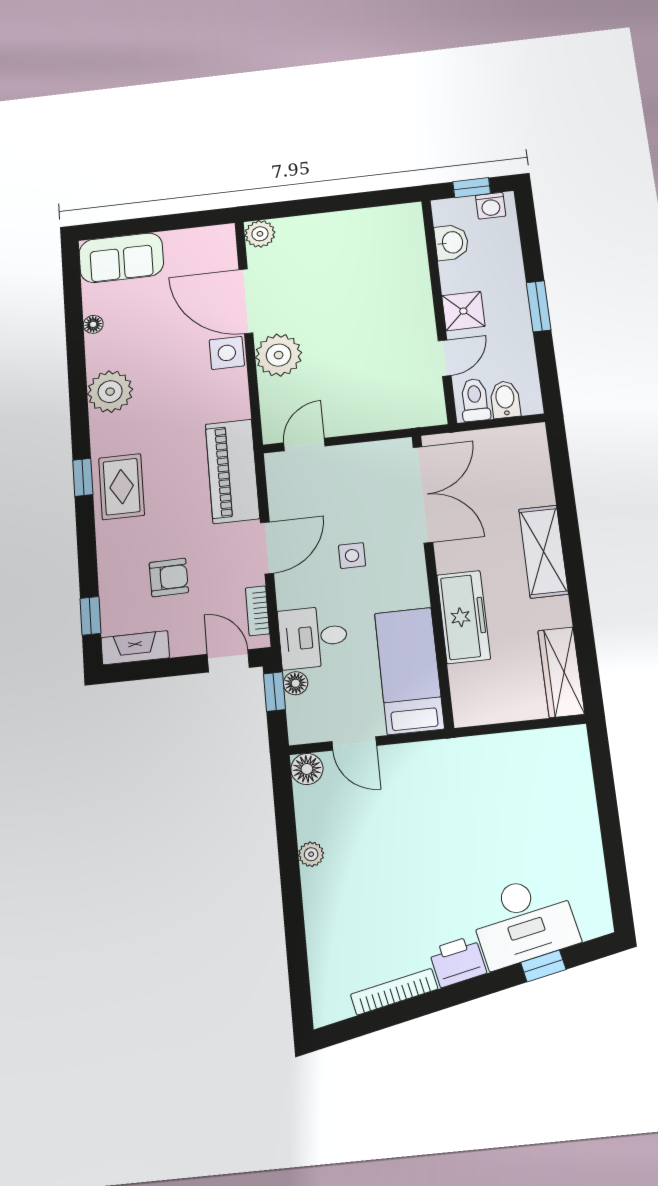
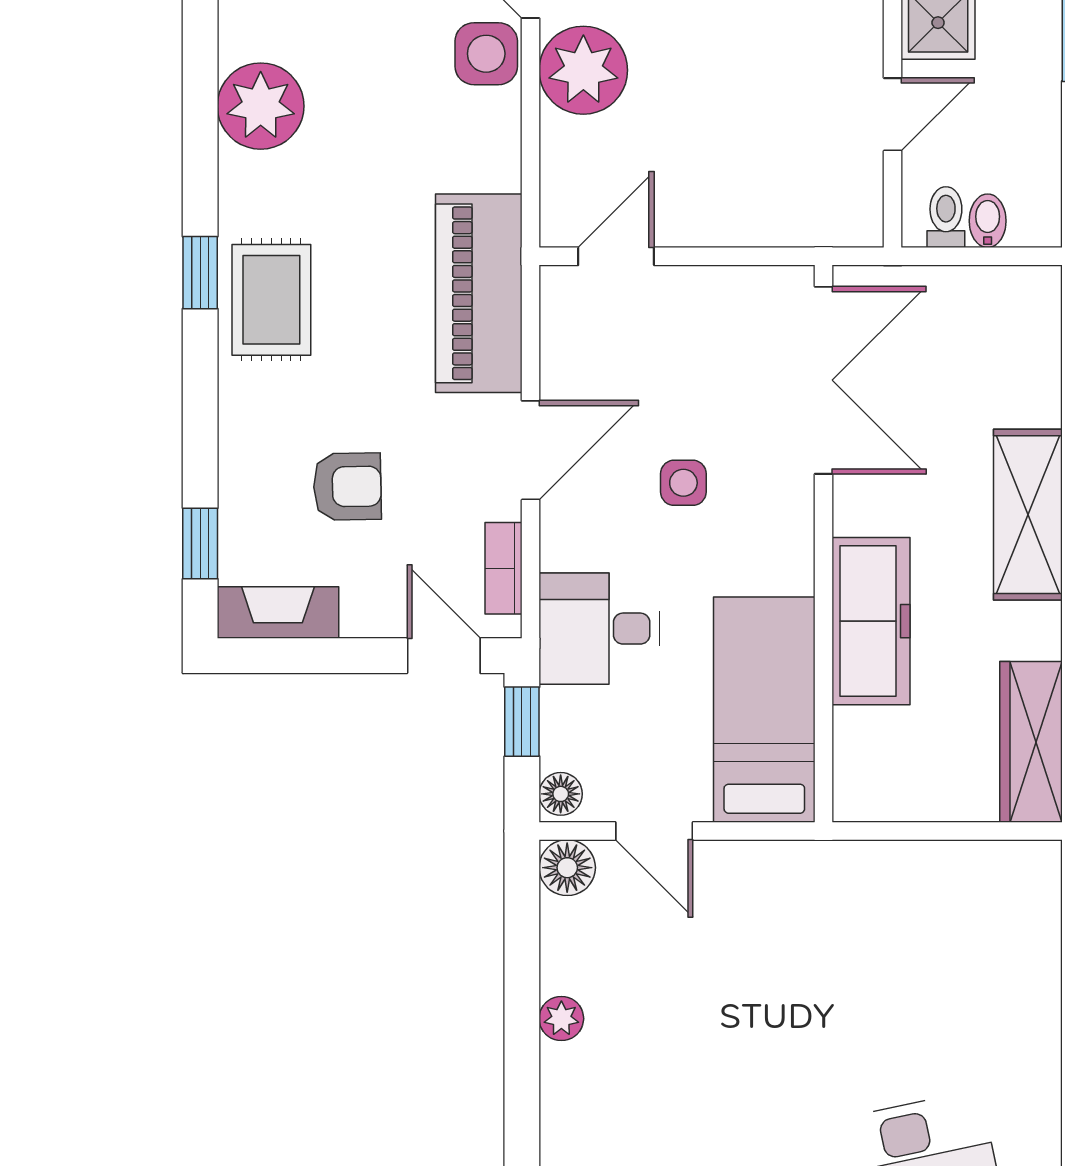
bidet: (505, 399) -> (988, 221), width x0.72, depth x0.74
toilet: (475, 400) -> (946, 217), width x0.73, depth x0.72
floor lamp: (296, 683) -> (561, 794), moved

